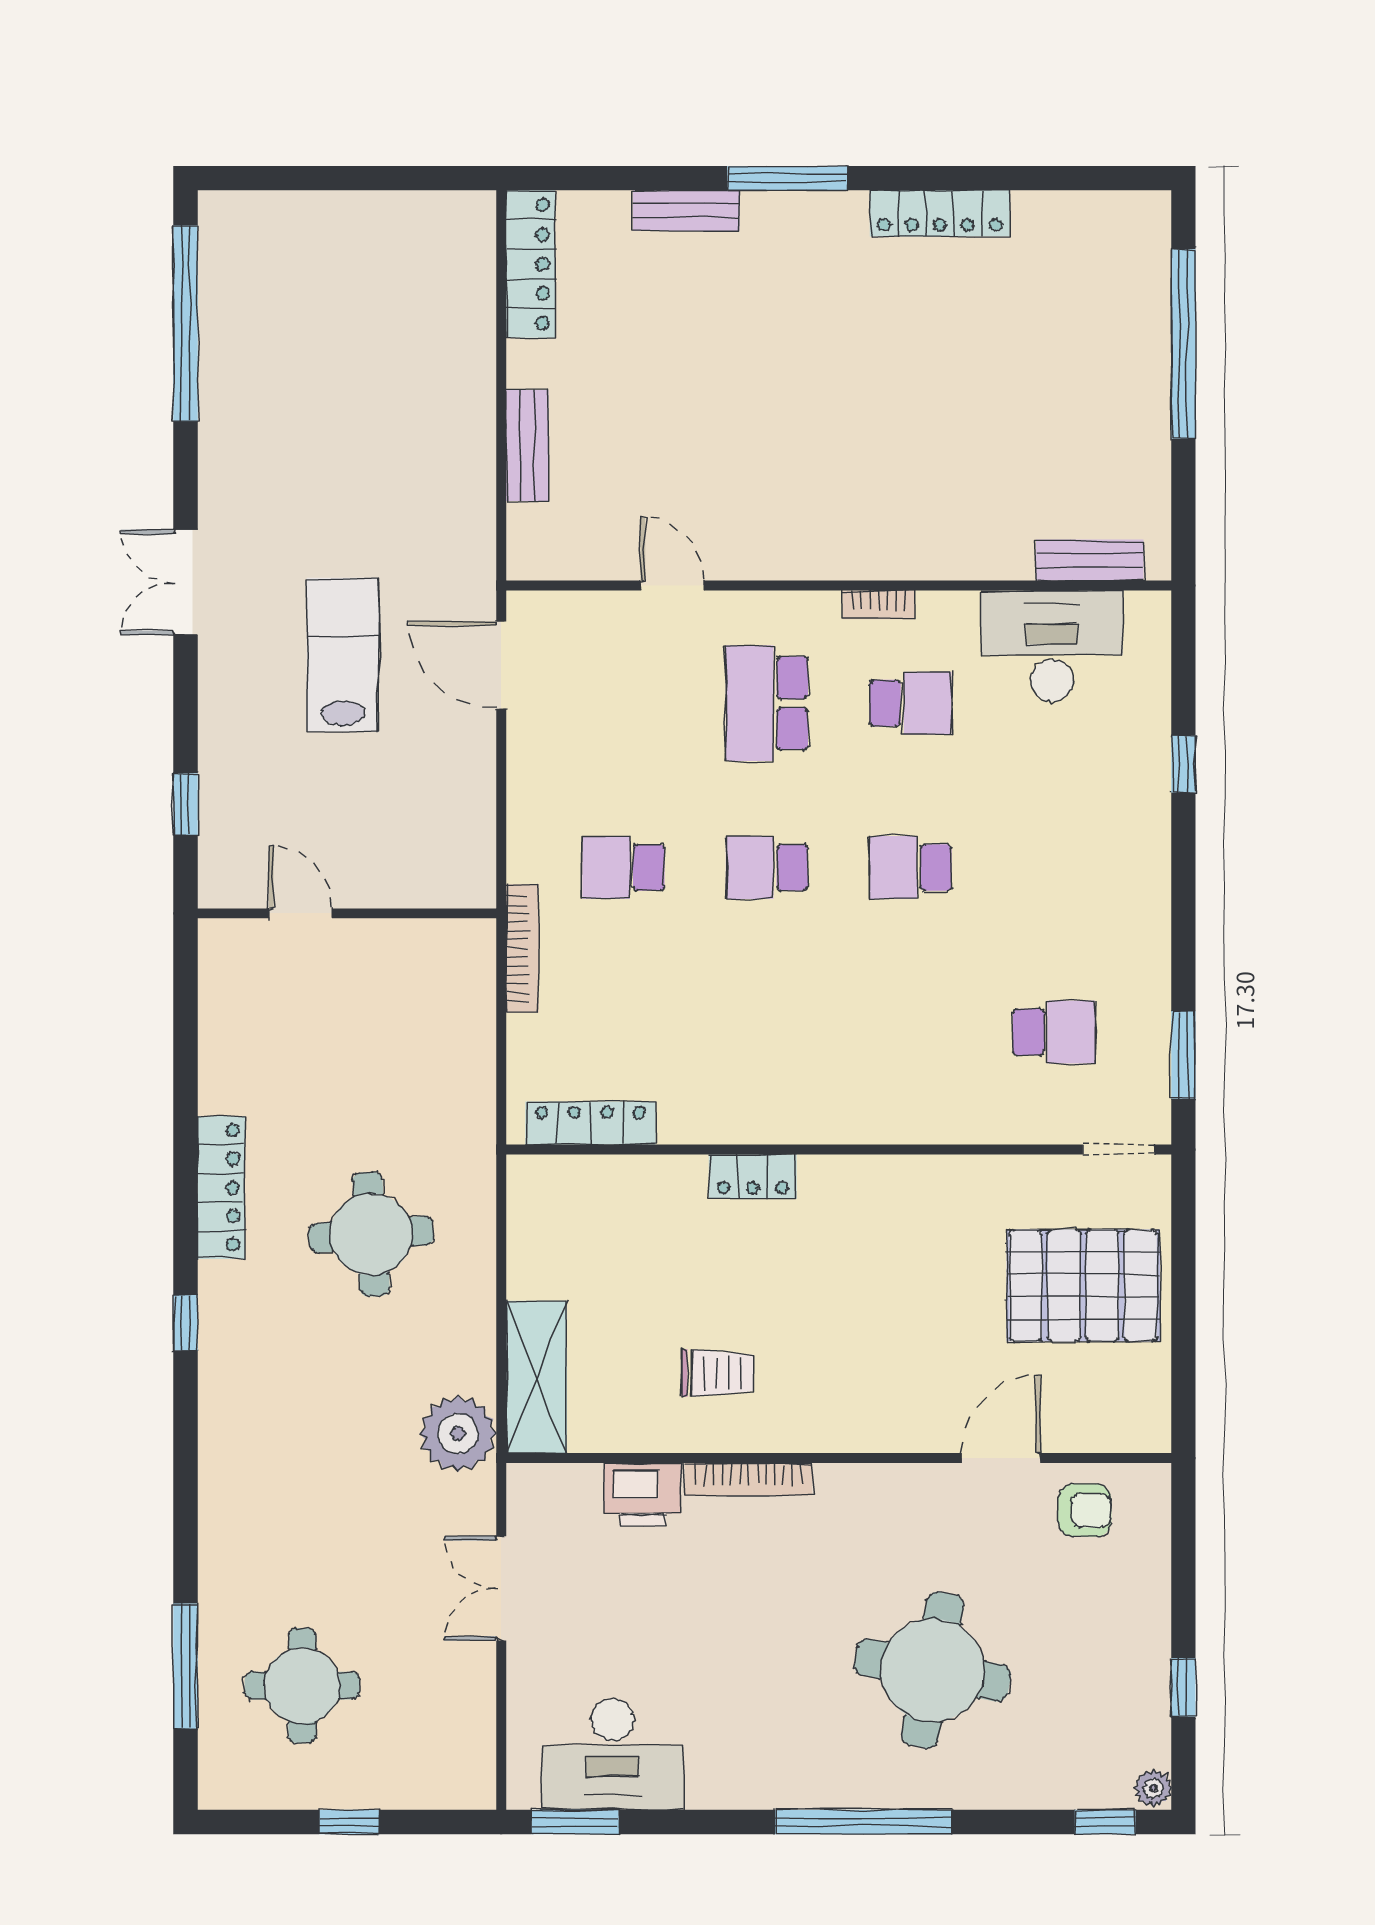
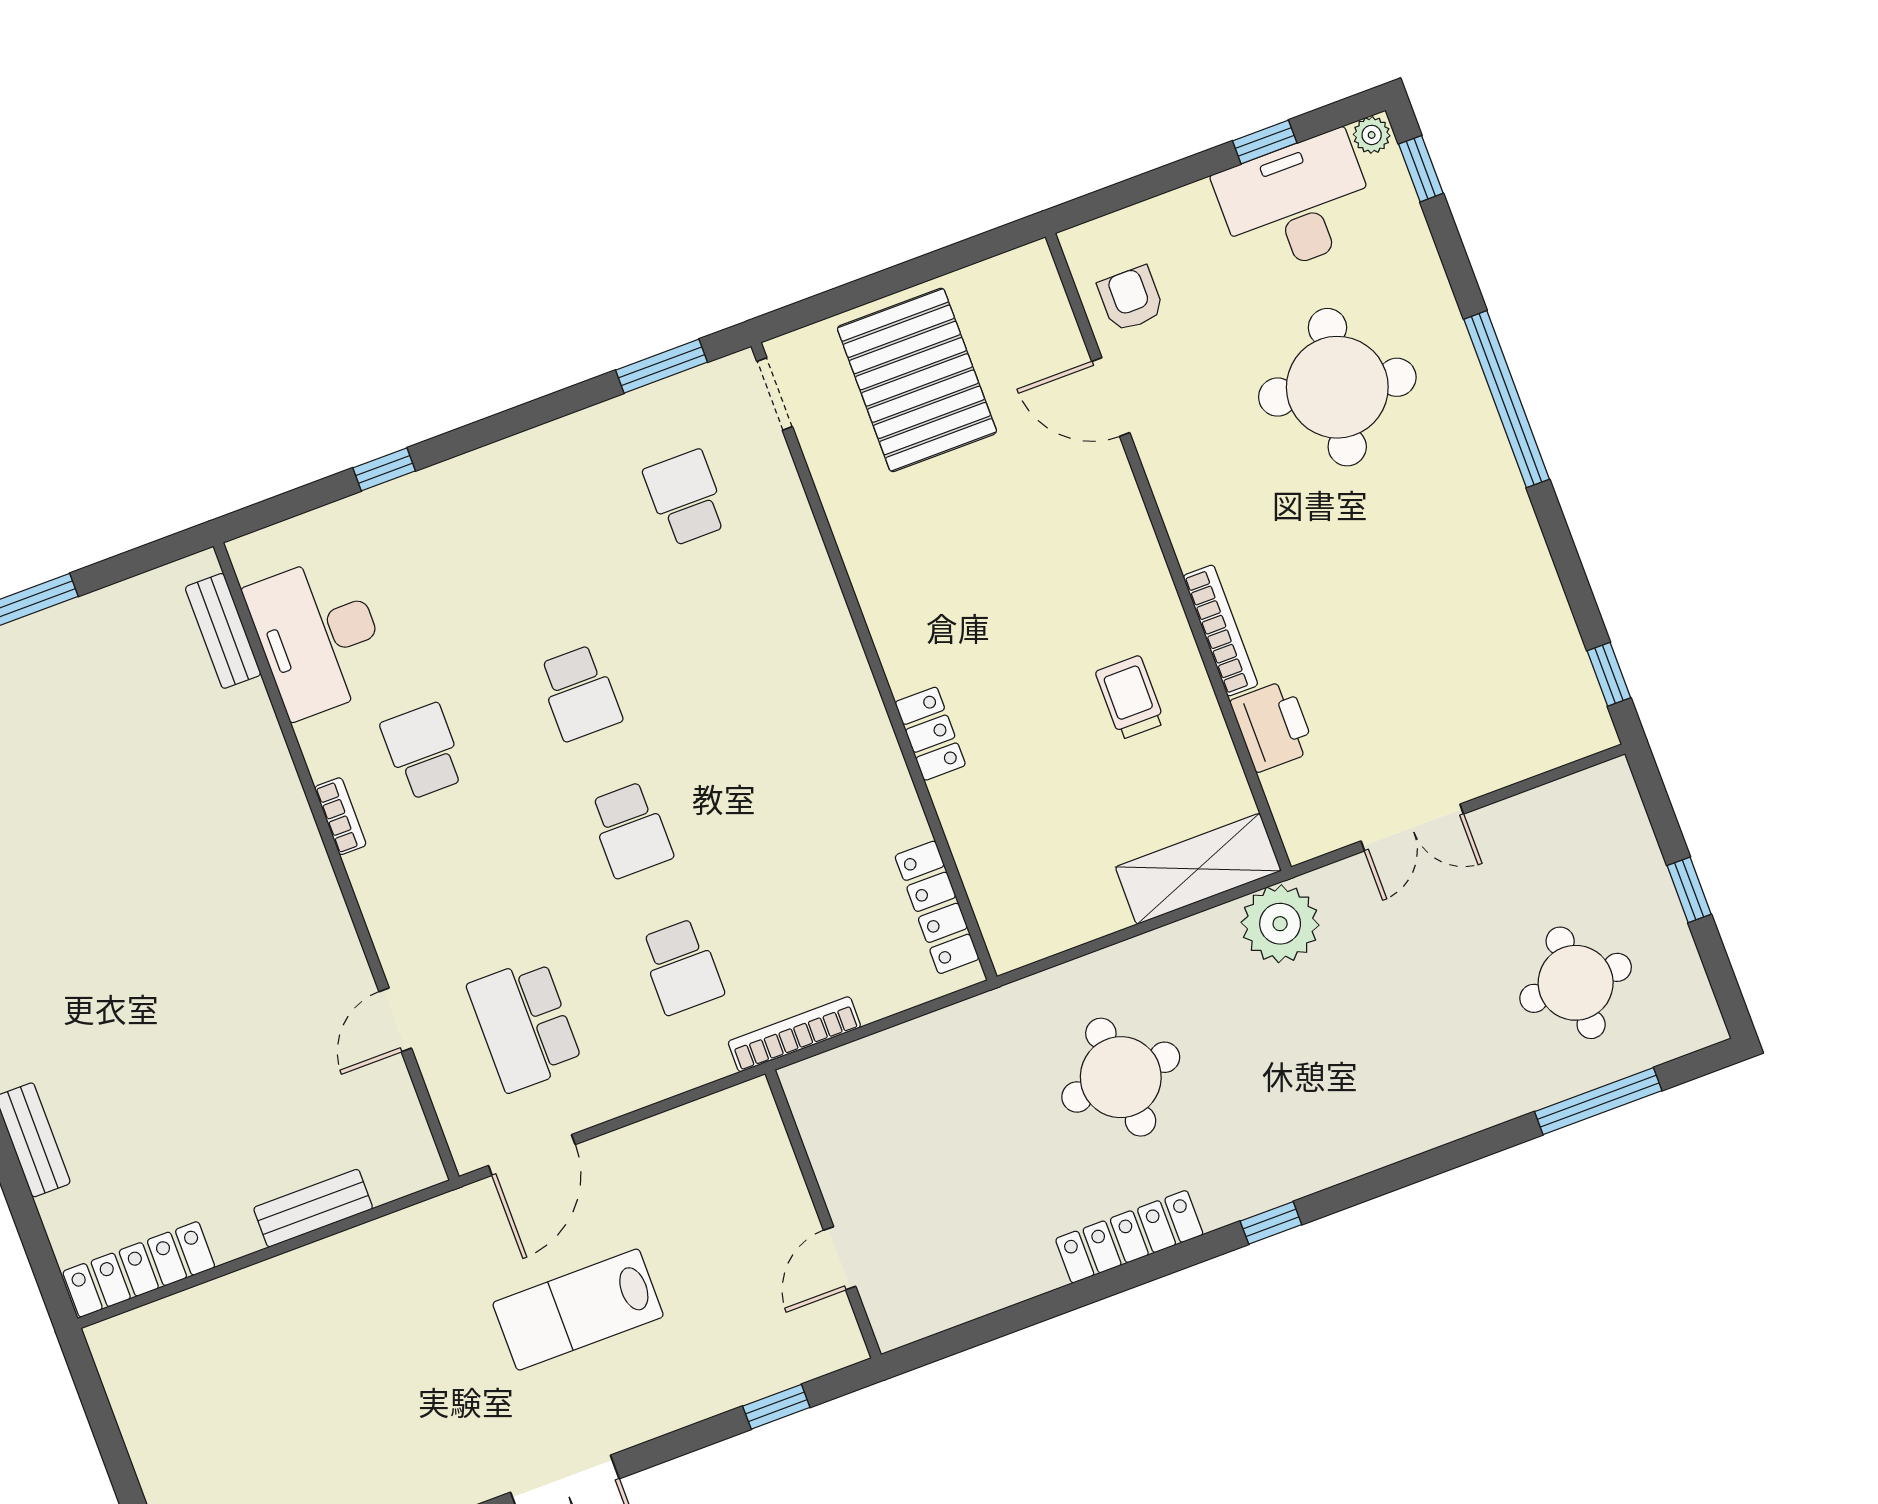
school desk: (767, 703) -> (525, 1025), moved, turned 90
desk: (613, 1754) -> (1296, 204), moved, turned -90
window: (575, 1822) -> (1609, 674), width x0.67

